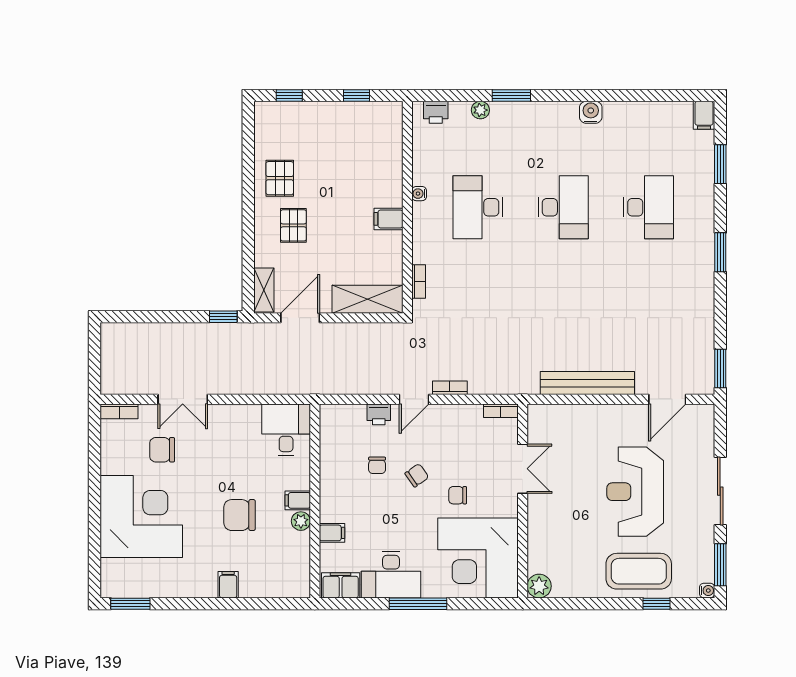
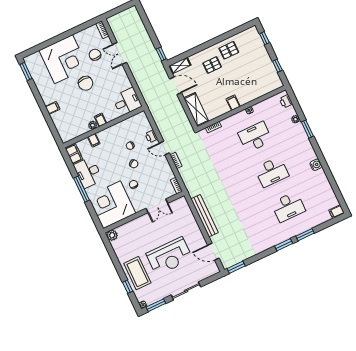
window: (720, 164) -> (305, 235), moved
reception desk: (635, 492) -> (169, 256), turned 180
chair: (240, 515) -> (86, 83), moved, turned 180

